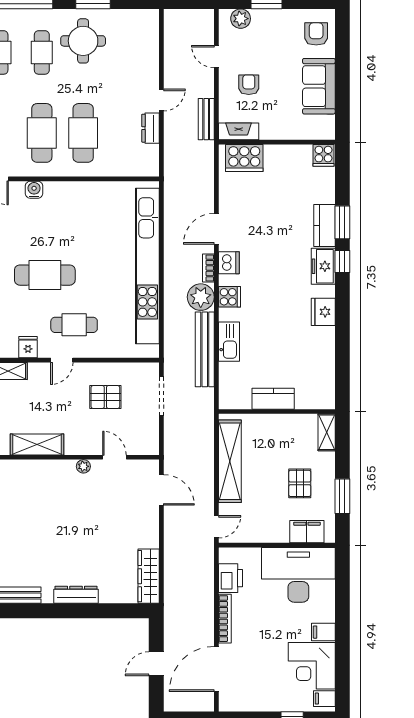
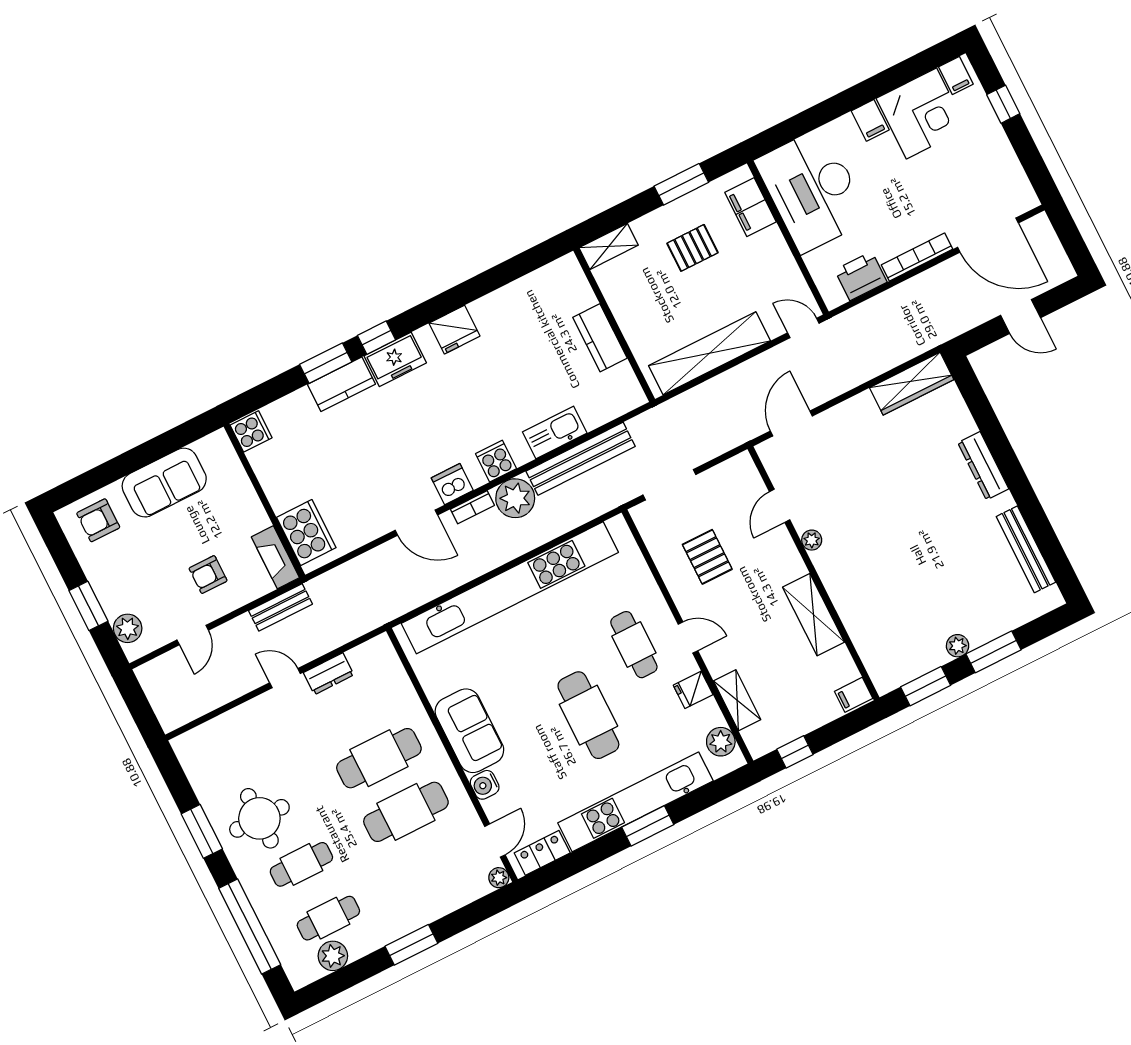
sofa: (72, 197) -> (469, 731), added

